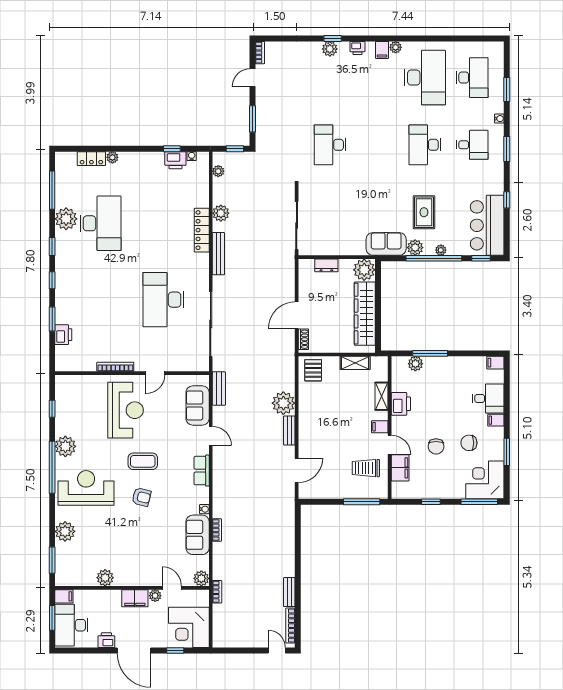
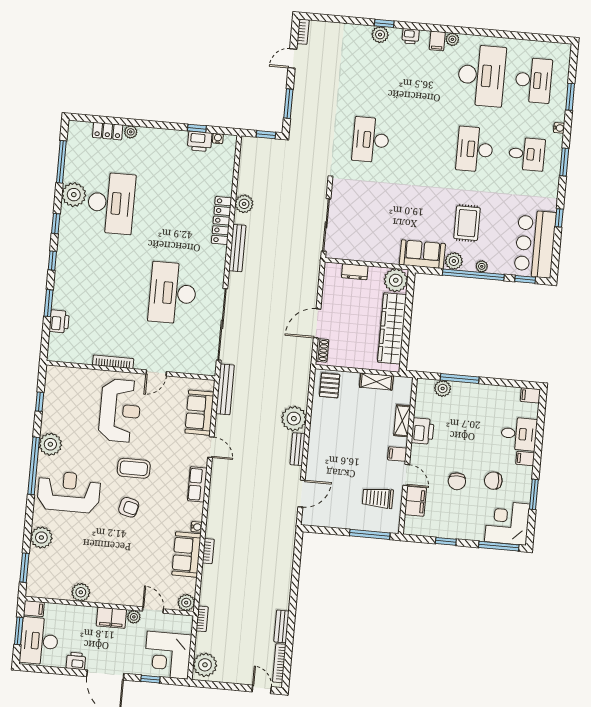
plant: (218, 171) -> (205, 665), moved, width x1.87, depth x1.87
bench: (219, 389) -> (225, 389), width x1.36

